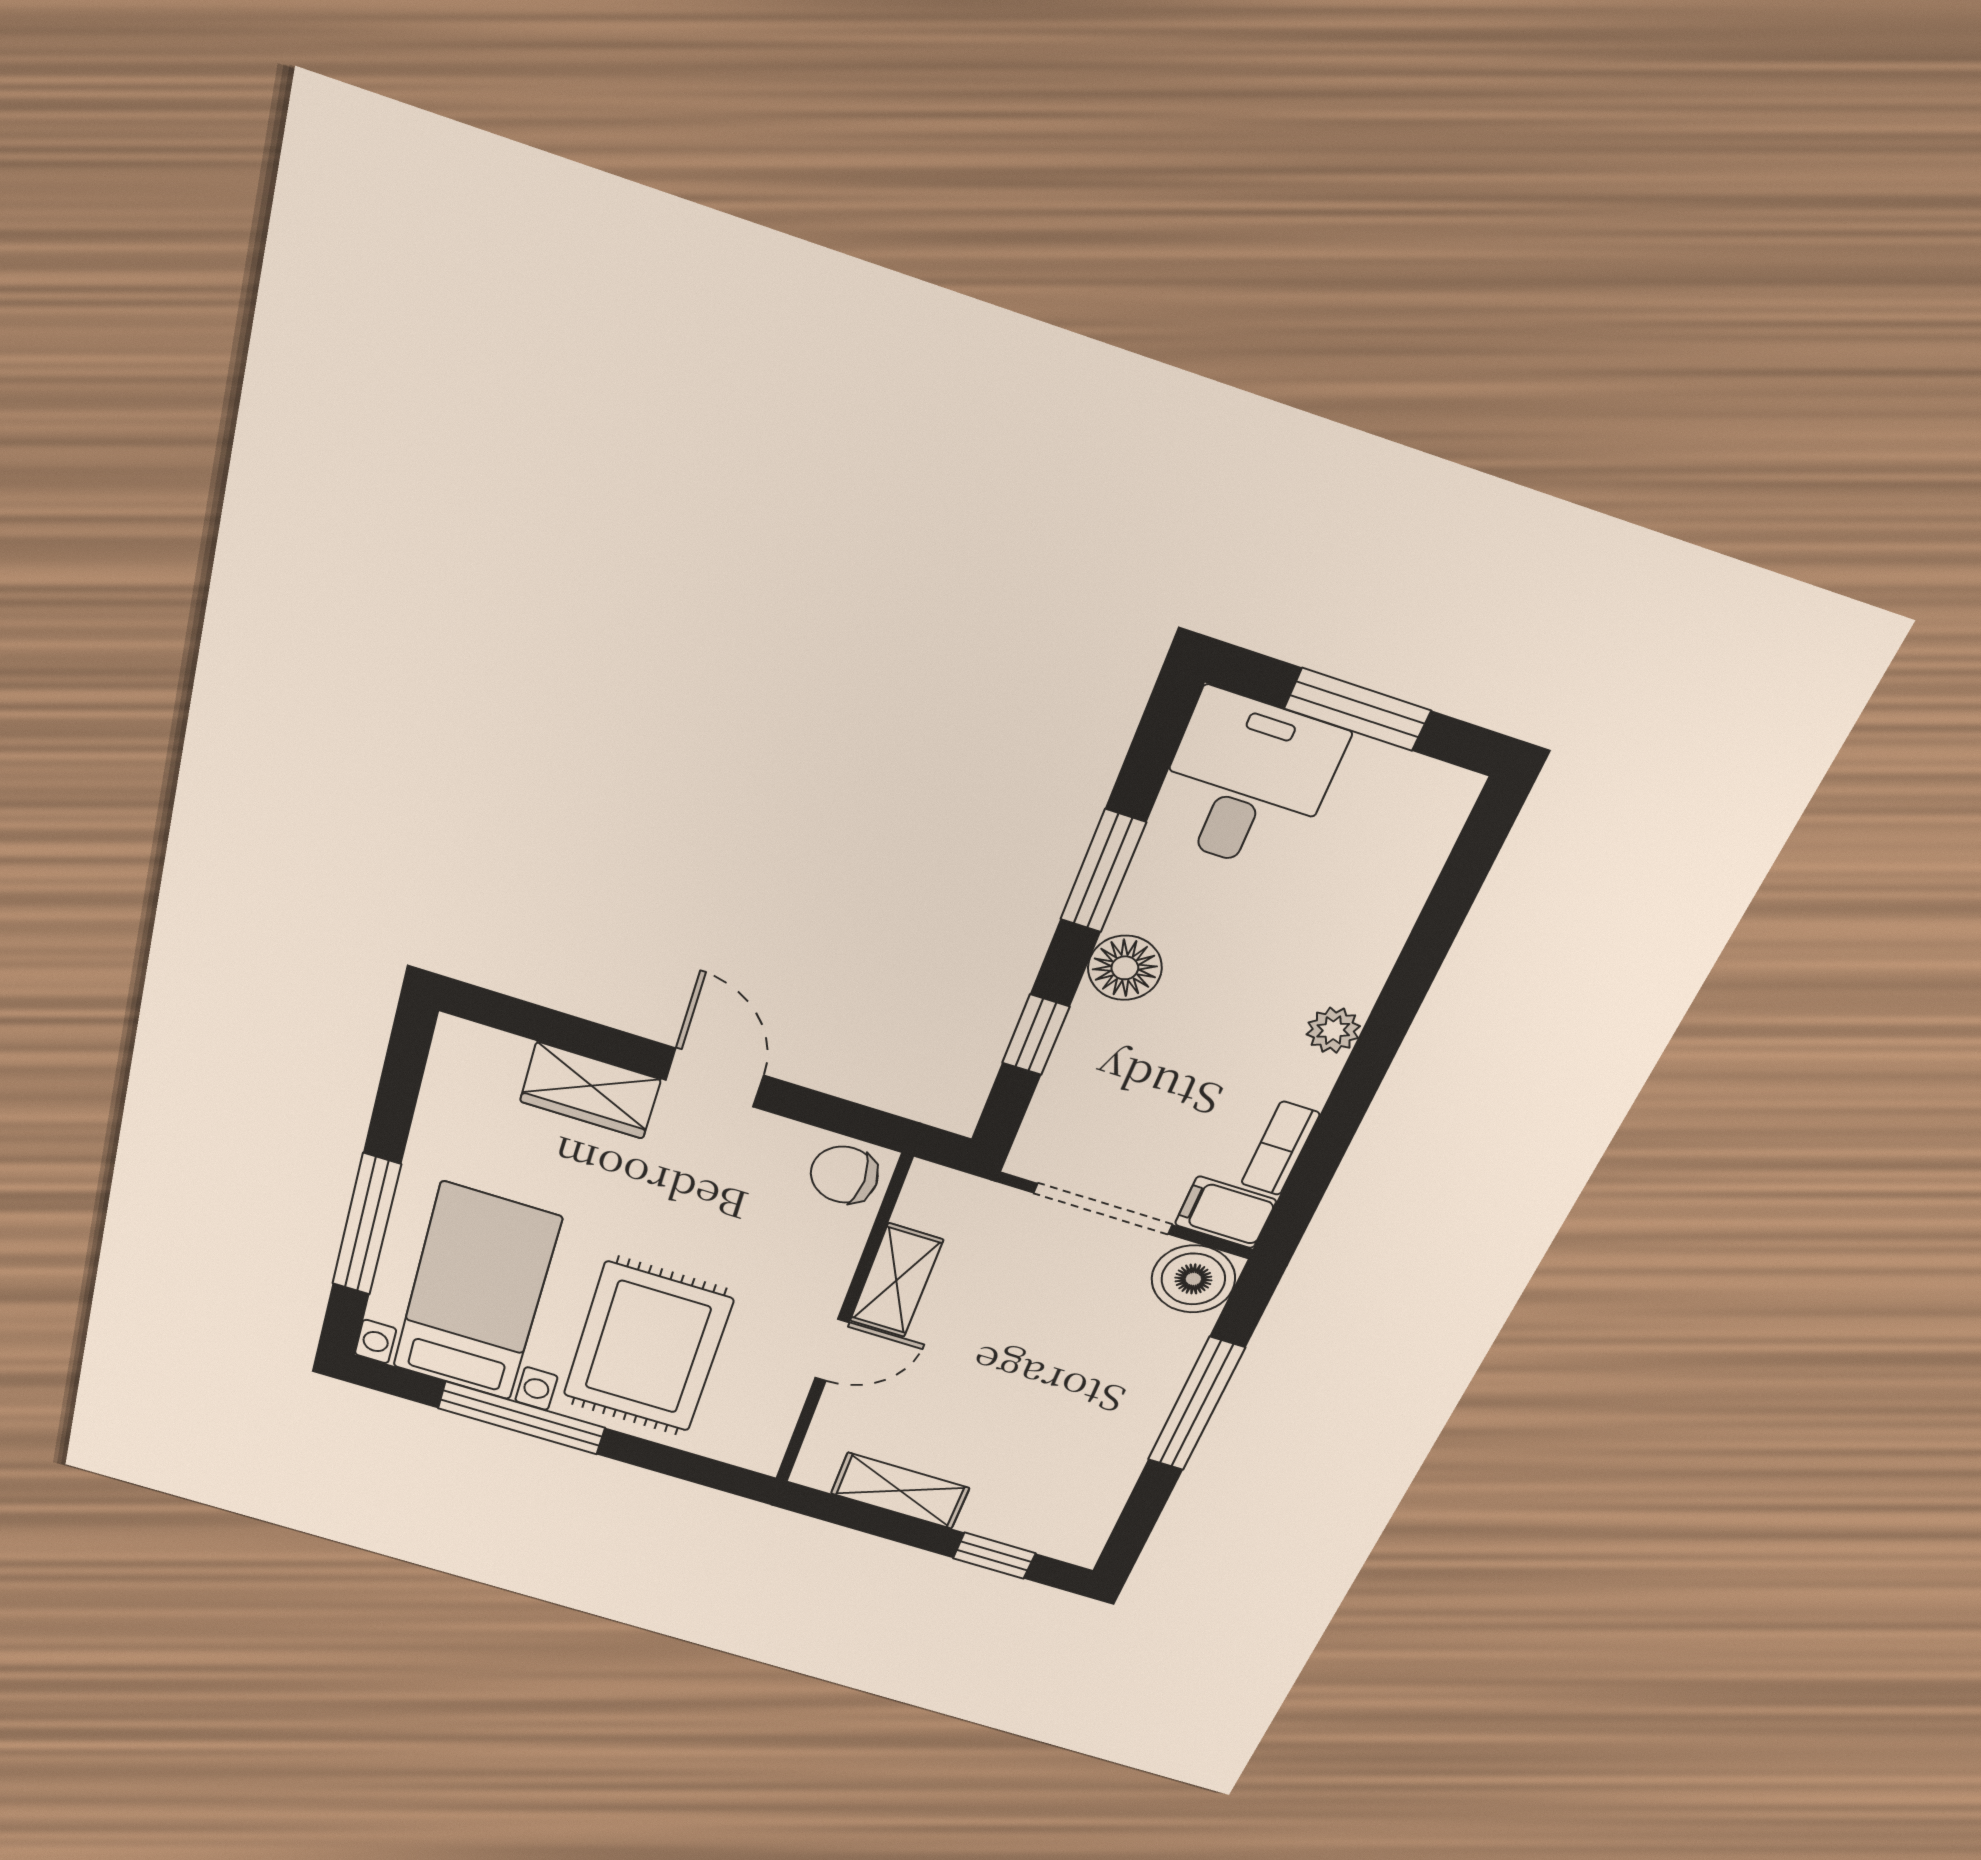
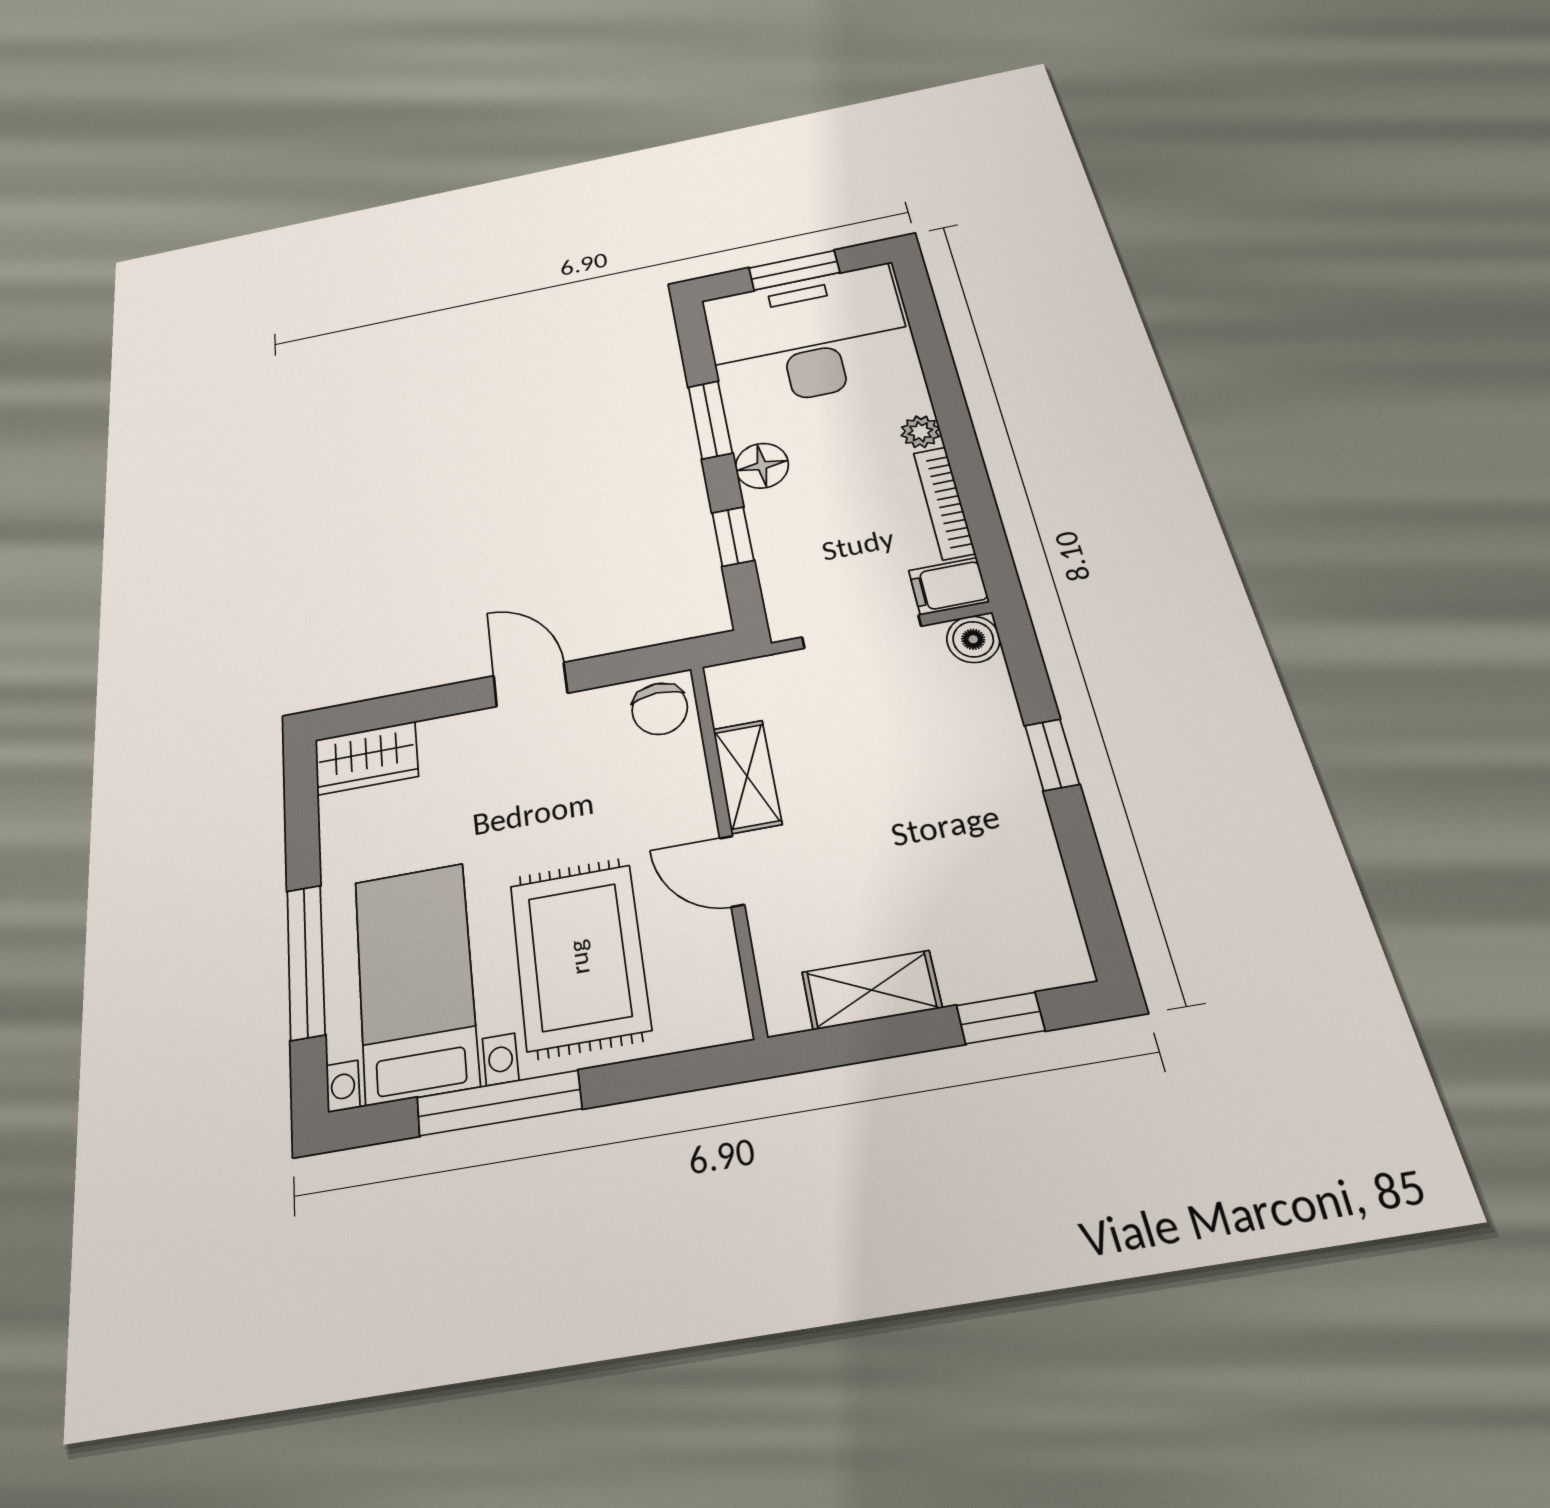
desk: (1246, 782) -> (808, 337), width x1.87, depth x1.30
wardrobe: (590, 1091) -> (366, 758), moved
bookcase: (1280, 1148) -> (944, 503), width x1.56
chair: (844, 1175) -> (660, 709), turned -92
boiler: (1193, 1279) -> (973, 639), width x0.73, depth x0.73
door: (832, 1350) -> (732, 871), swing flipped
window: (1196, 1404) -> (1052, 755), width x0.46

